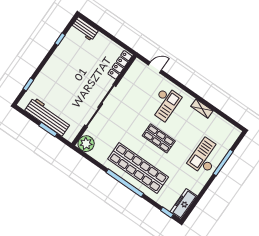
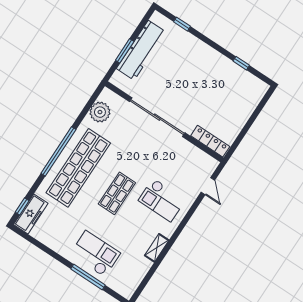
workbench: (85, 29) -> (255, 95), removed
plant: (86, 144) -> (100, 112), moved
freezer: (184, 204) -> (31, 214), moved, turned 90

